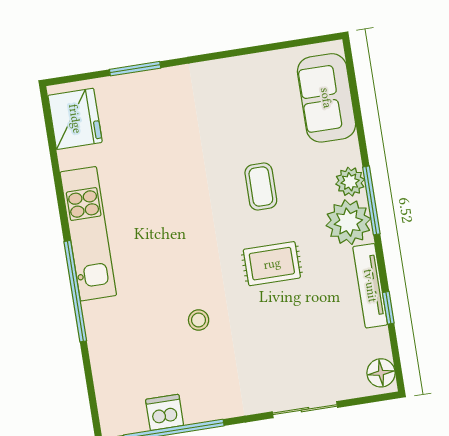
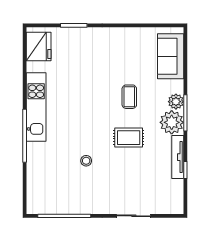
floor lamp: (381, 373) -> (176, 203), removed
dishwasher: (165, 412) -> (61, 206), removed

